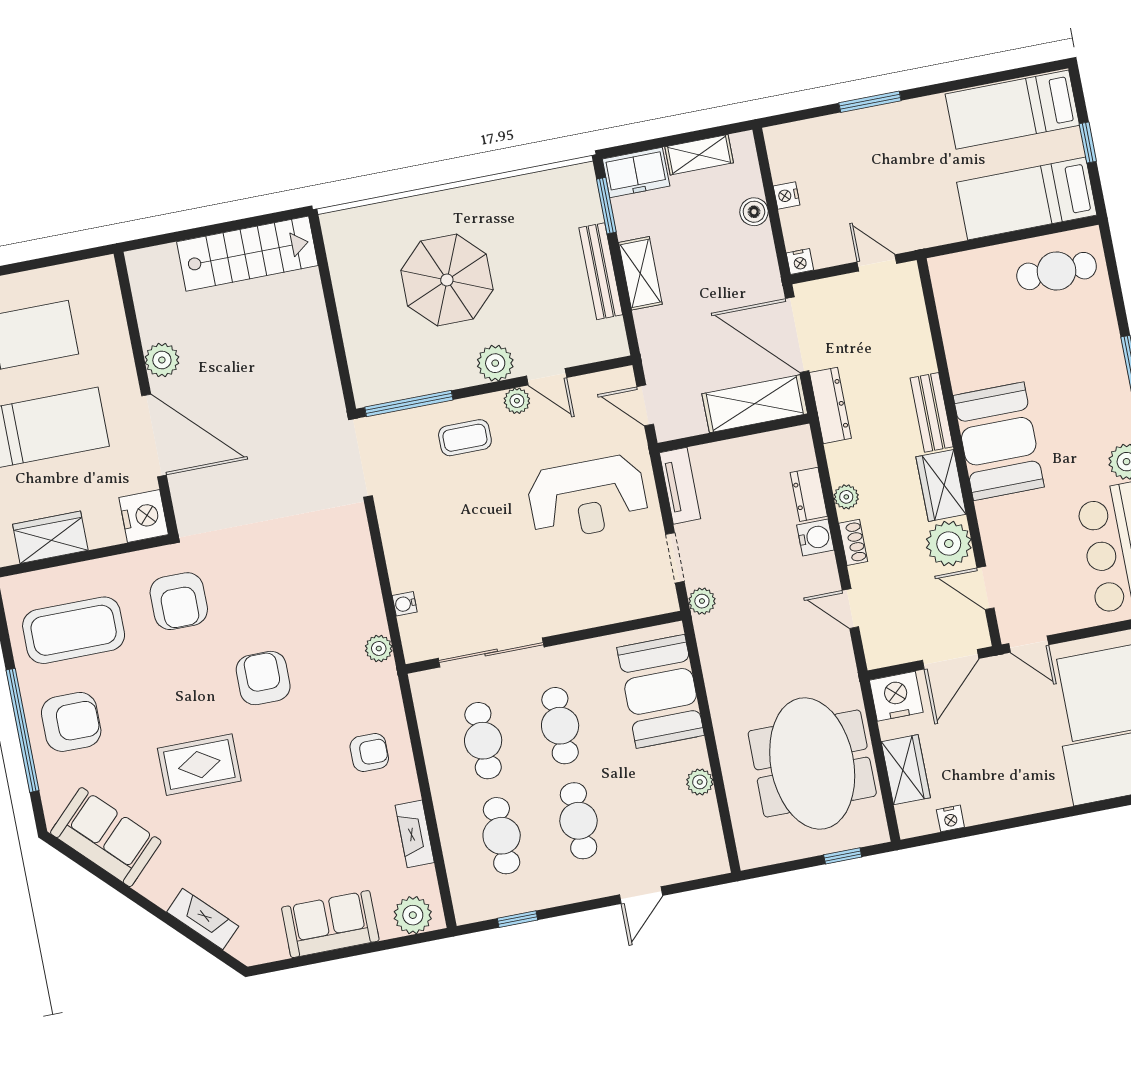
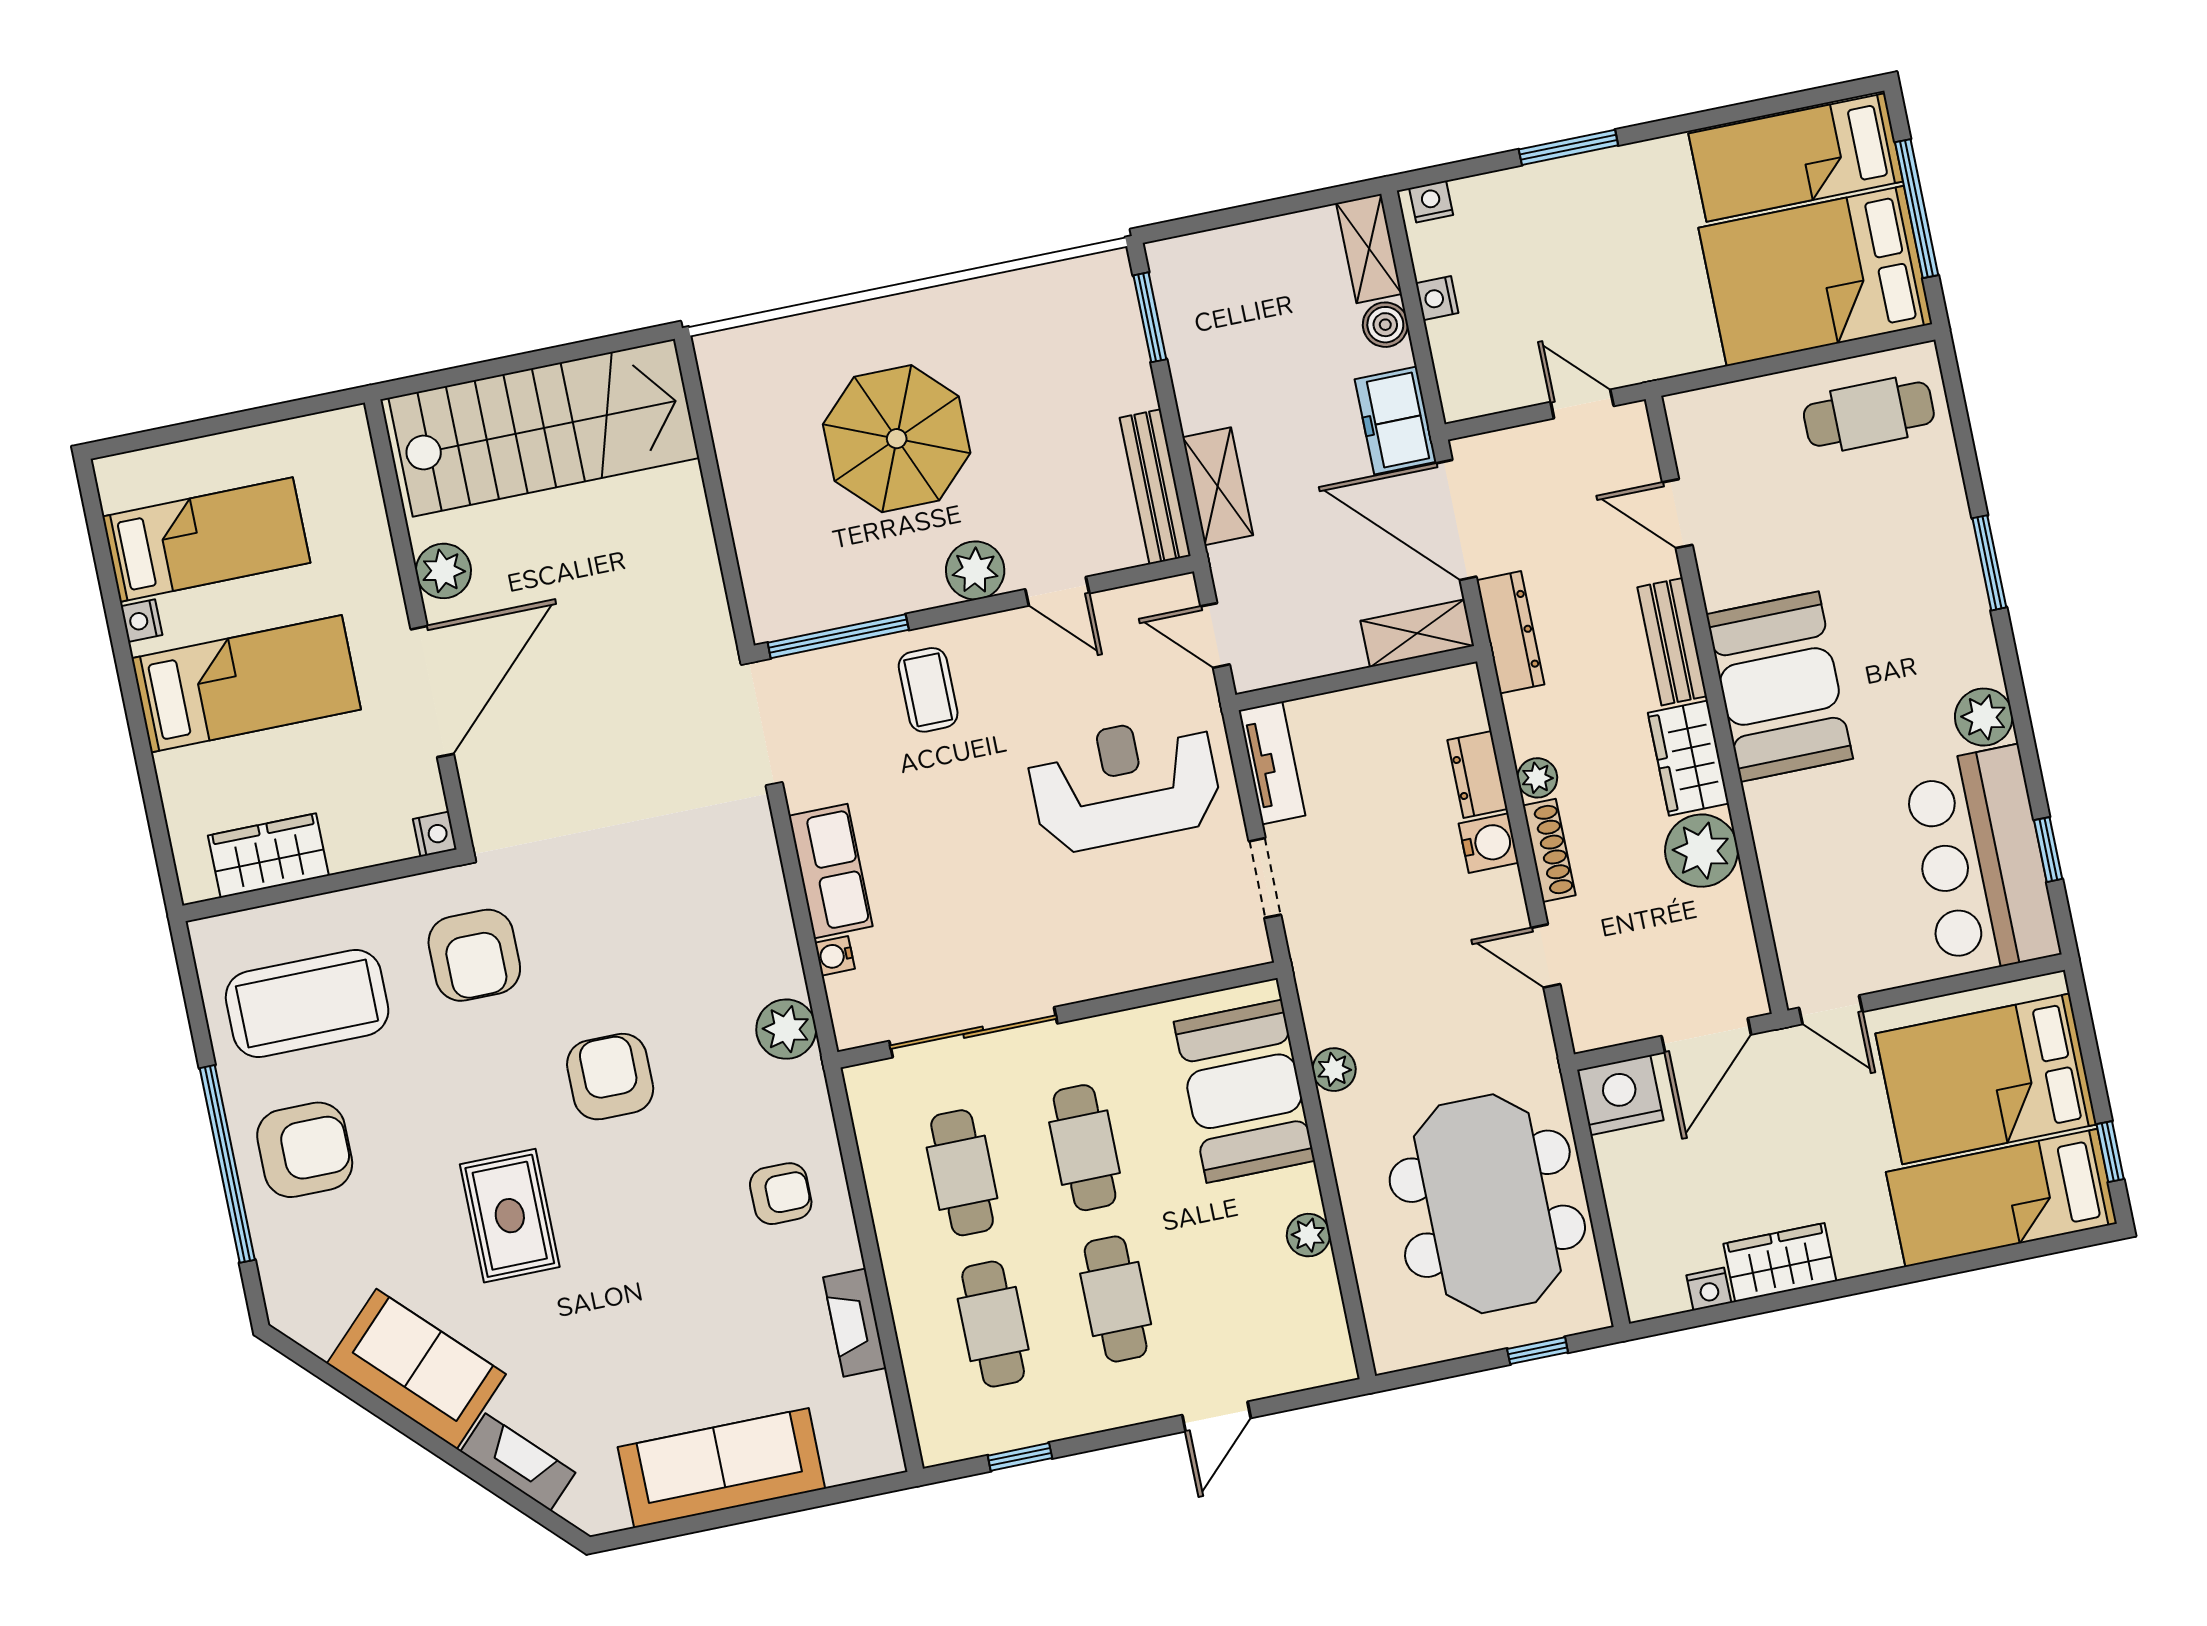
window: (1088, 142) -> (1917, 209), width x2.17
shelving: (699, 155) -> (1369, 249), moved, turned 90
freezer: (636, 172) -> (1396, 421), moved, turned 90
bed: (1027, 199) -> (1815, 276), width x1.50
stairs: (247, 254) -> (544, 428), width x1.36, depth x1.51
nightstand: (800, 262) -> (1431, 202), moved, turned 180
bench: (601, 271) -> (1155, 487), moved
shelving: (640, 273) -> (1218, 486), moved
plant: (517, 401) -> (1010, 630), removed
shelving: (755, 404) -> (1417, 633), width x0.67, depth x0.75
door: (154, 435) -> (432, 692), hinge flipped
coffee table: (465, 438) -> (928, 690), turned 90
reception desk: (587, 498) -> (1124, 783), turned 180
nightstand: (144, 516) -> (435, 834), width x0.53, depth x0.56
shoe rack: (853, 542) -> (1549, 850), width x1.43
row of seats: (403, 551) -> (831, 871), added
door: (986, 588) -> (1677, 514), moved
plant: (702, 601) -> (1334, 1070), moved
plant: (379, 648) -> (786, 1029), width x1.38, depth x1.38
rug: (199, 765) -> (510, 1216), turned 90
wardrobe: (906, 770) -> (1780, 1262), moved, turned -90
sofa: (106, 837) -> (416, 1369), moved
plant: (413, 915) -> (853, 1452), removed
sofa: (330, 924) -> (721, 1468), width x1.36

